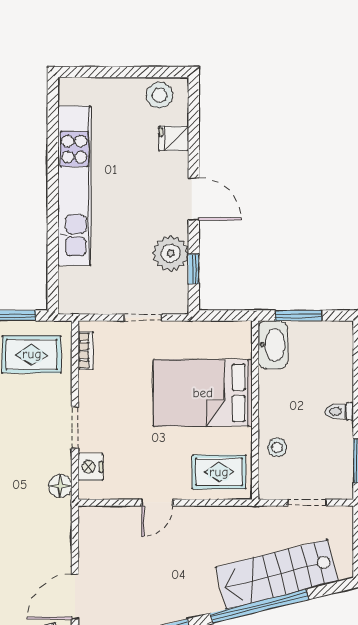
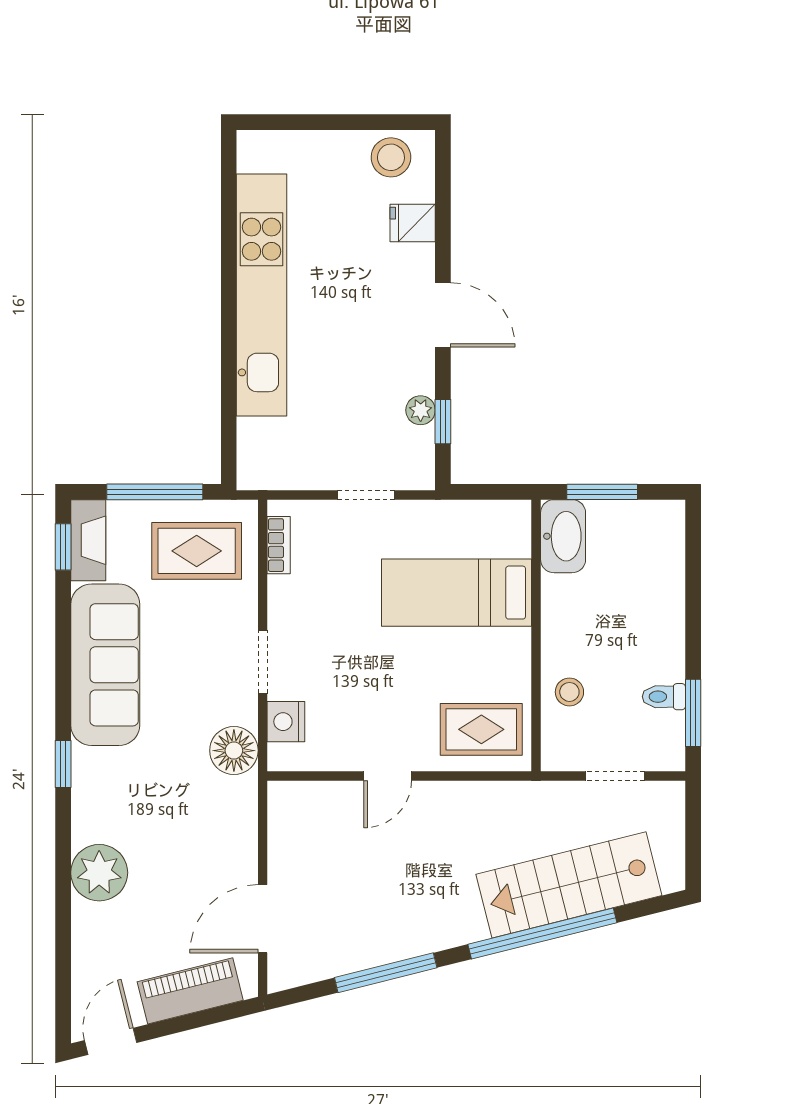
plant: (171, 253) -> (421, 410), width x0.53, depth x0.53
bed: (203, 393) -> (456, 593), width x0.67
toilet: (339, 411) -> (664, 697), moved
floor lamp: (60, 486) -> (234, 751), width x1.38, depth x1.38

